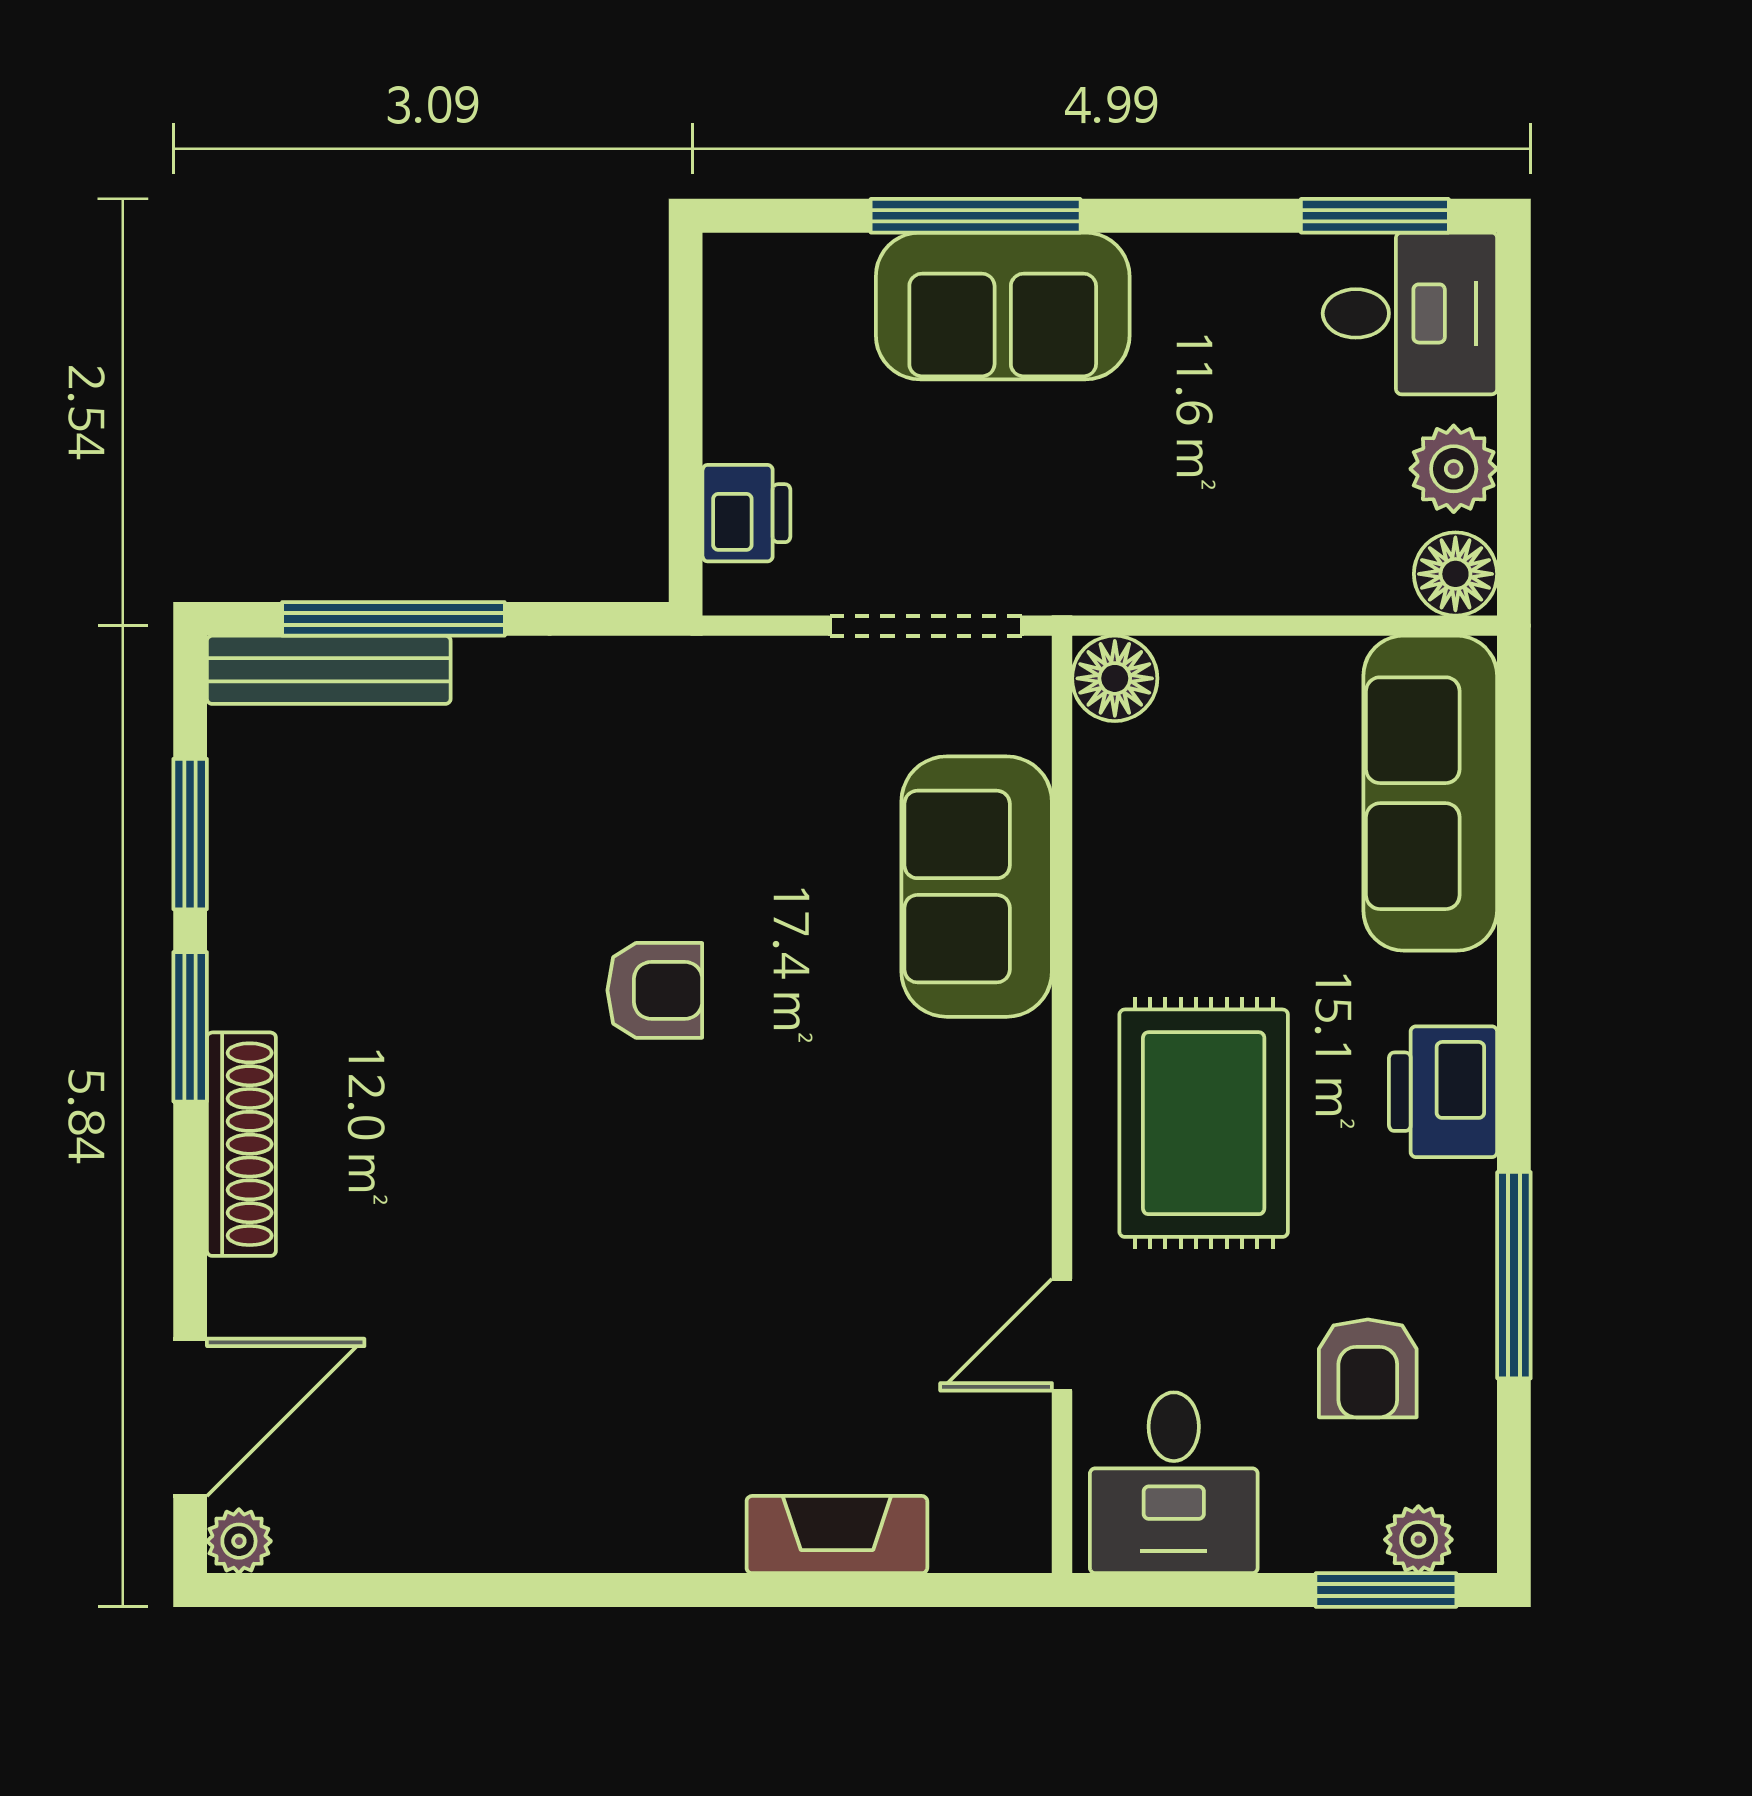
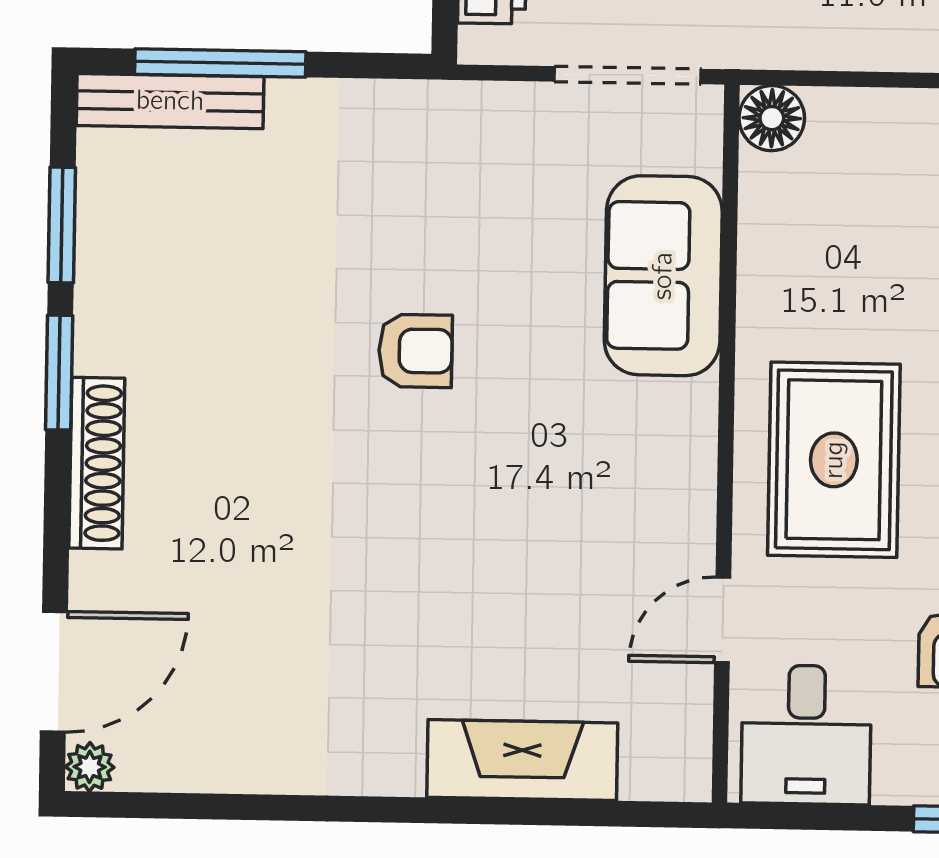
fireplace: (837, 1535) -> (522, 760), width x1.37, depth x1.32

